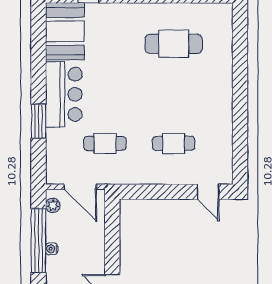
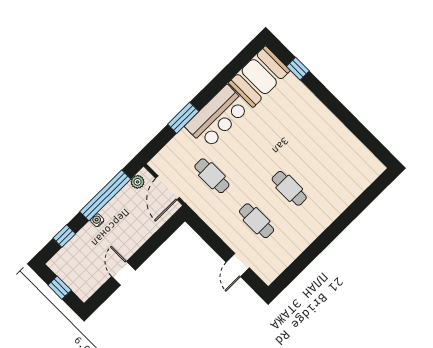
cafe table: (174, 44) -> (289, 188), moved, width x0.73, depth x0.74
door: (208, 192) -> (238, 265), moved
water cooler: (52, 249) -> (97, 220), moved

